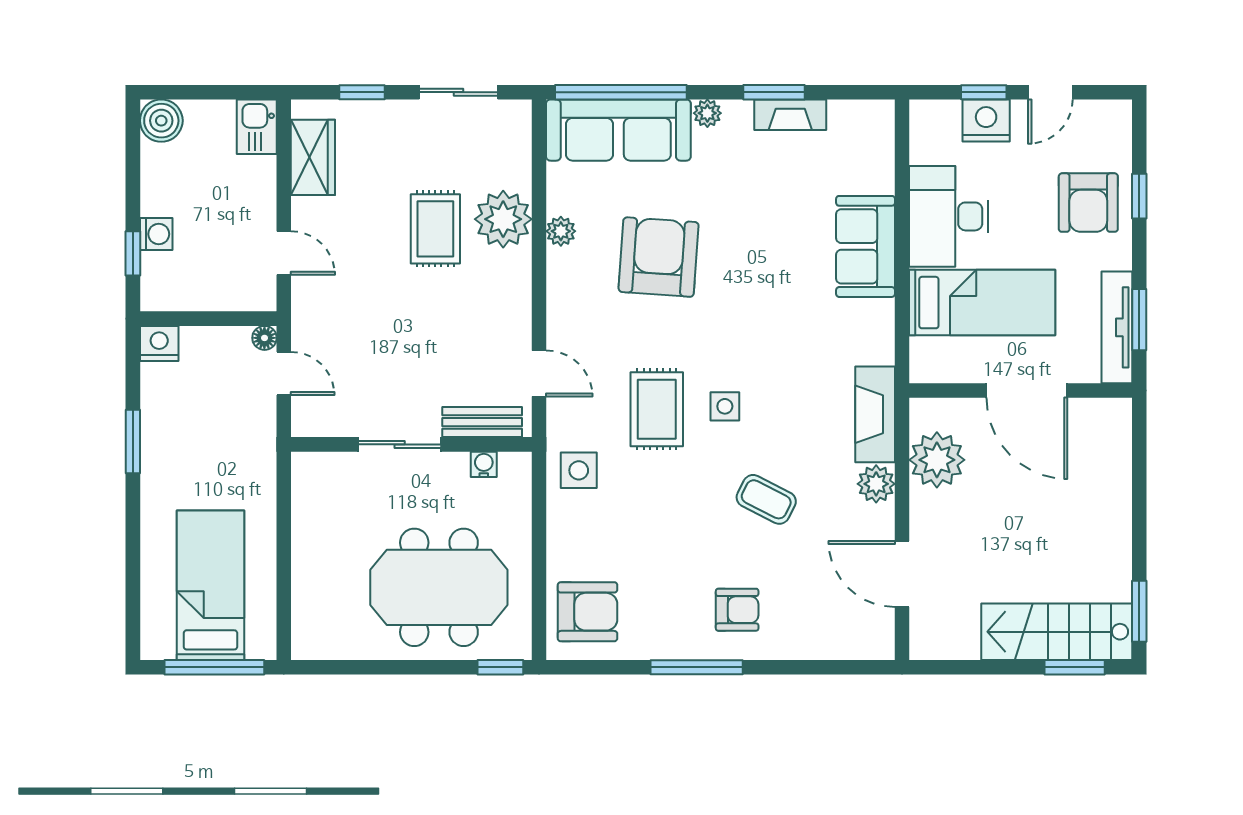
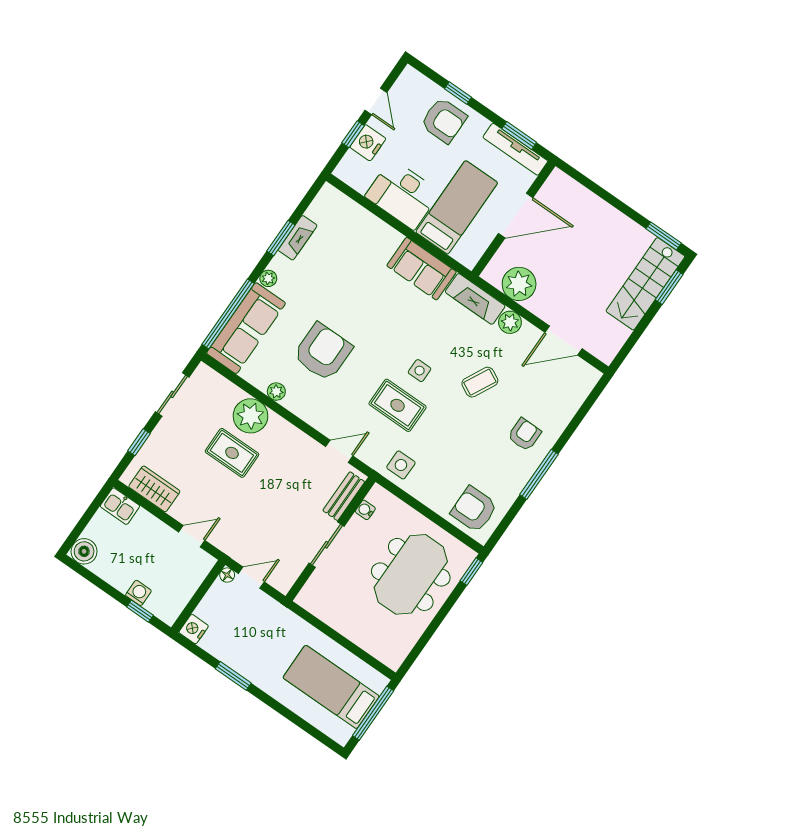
sofa: (866, 246) -> (422, 269), moved
armchair: (659, 257) -> (323, 352), turned 86
armchair: (587, 612) -> (474, 509), turned -90

